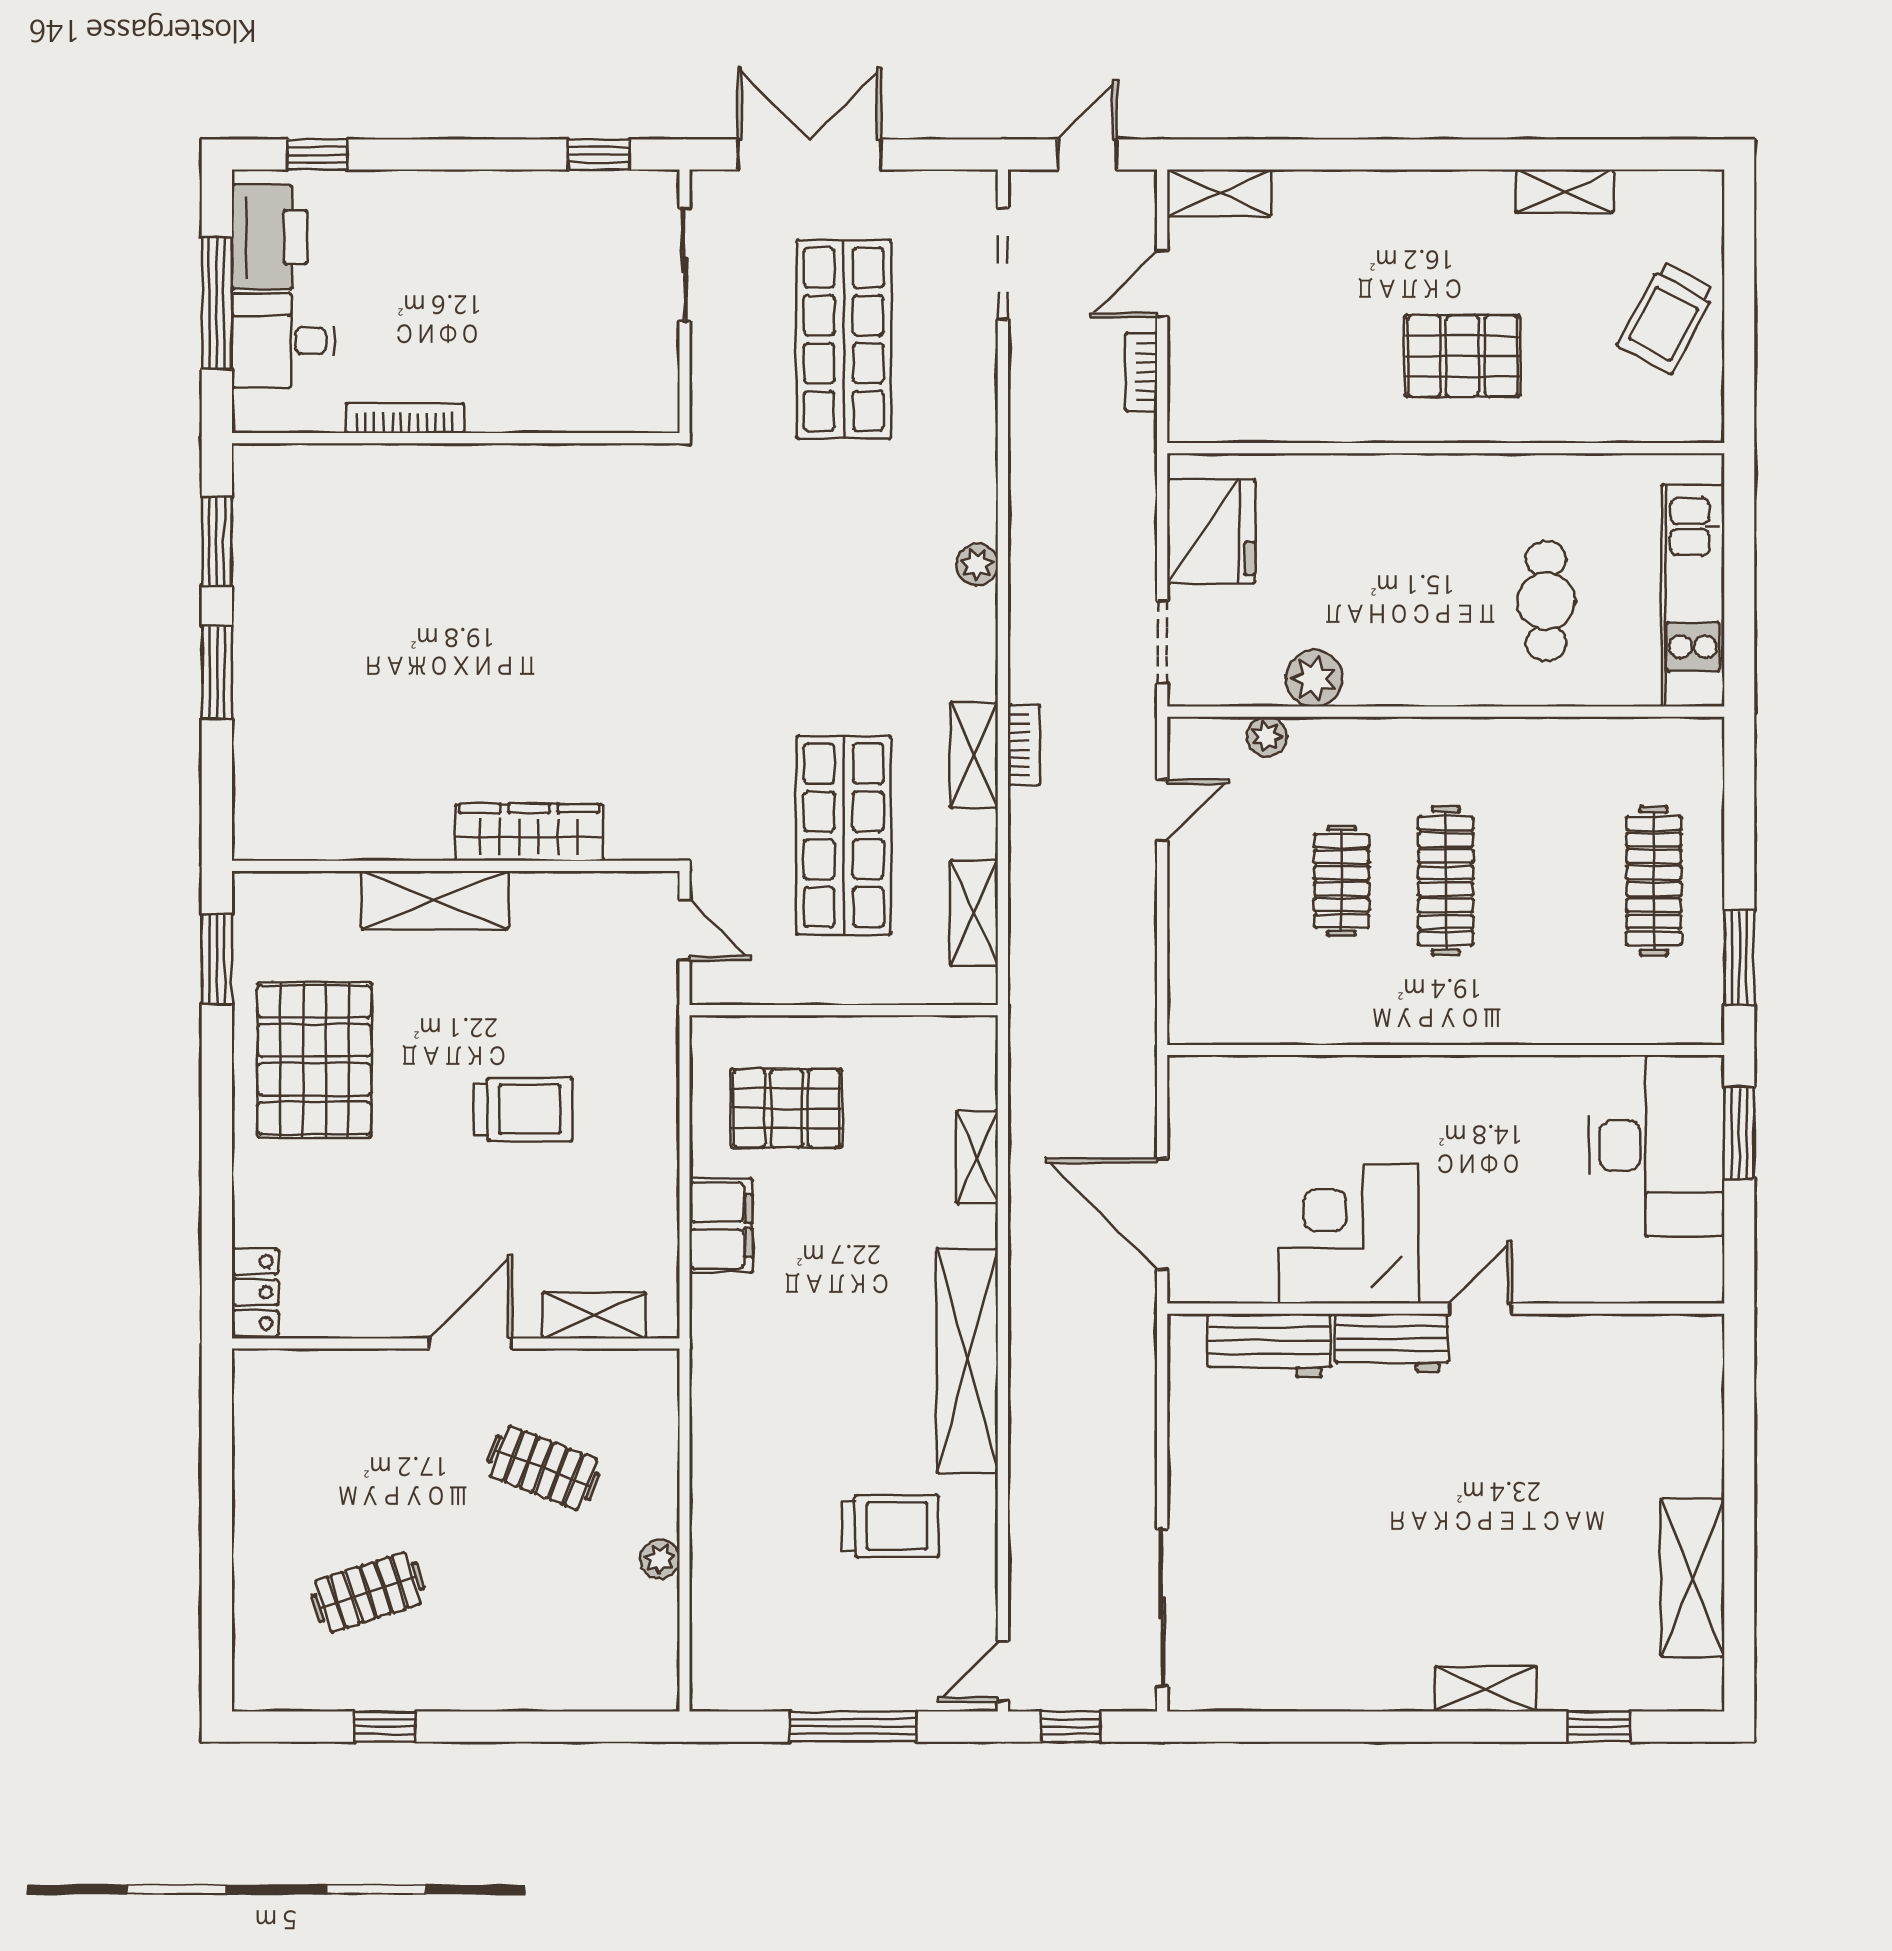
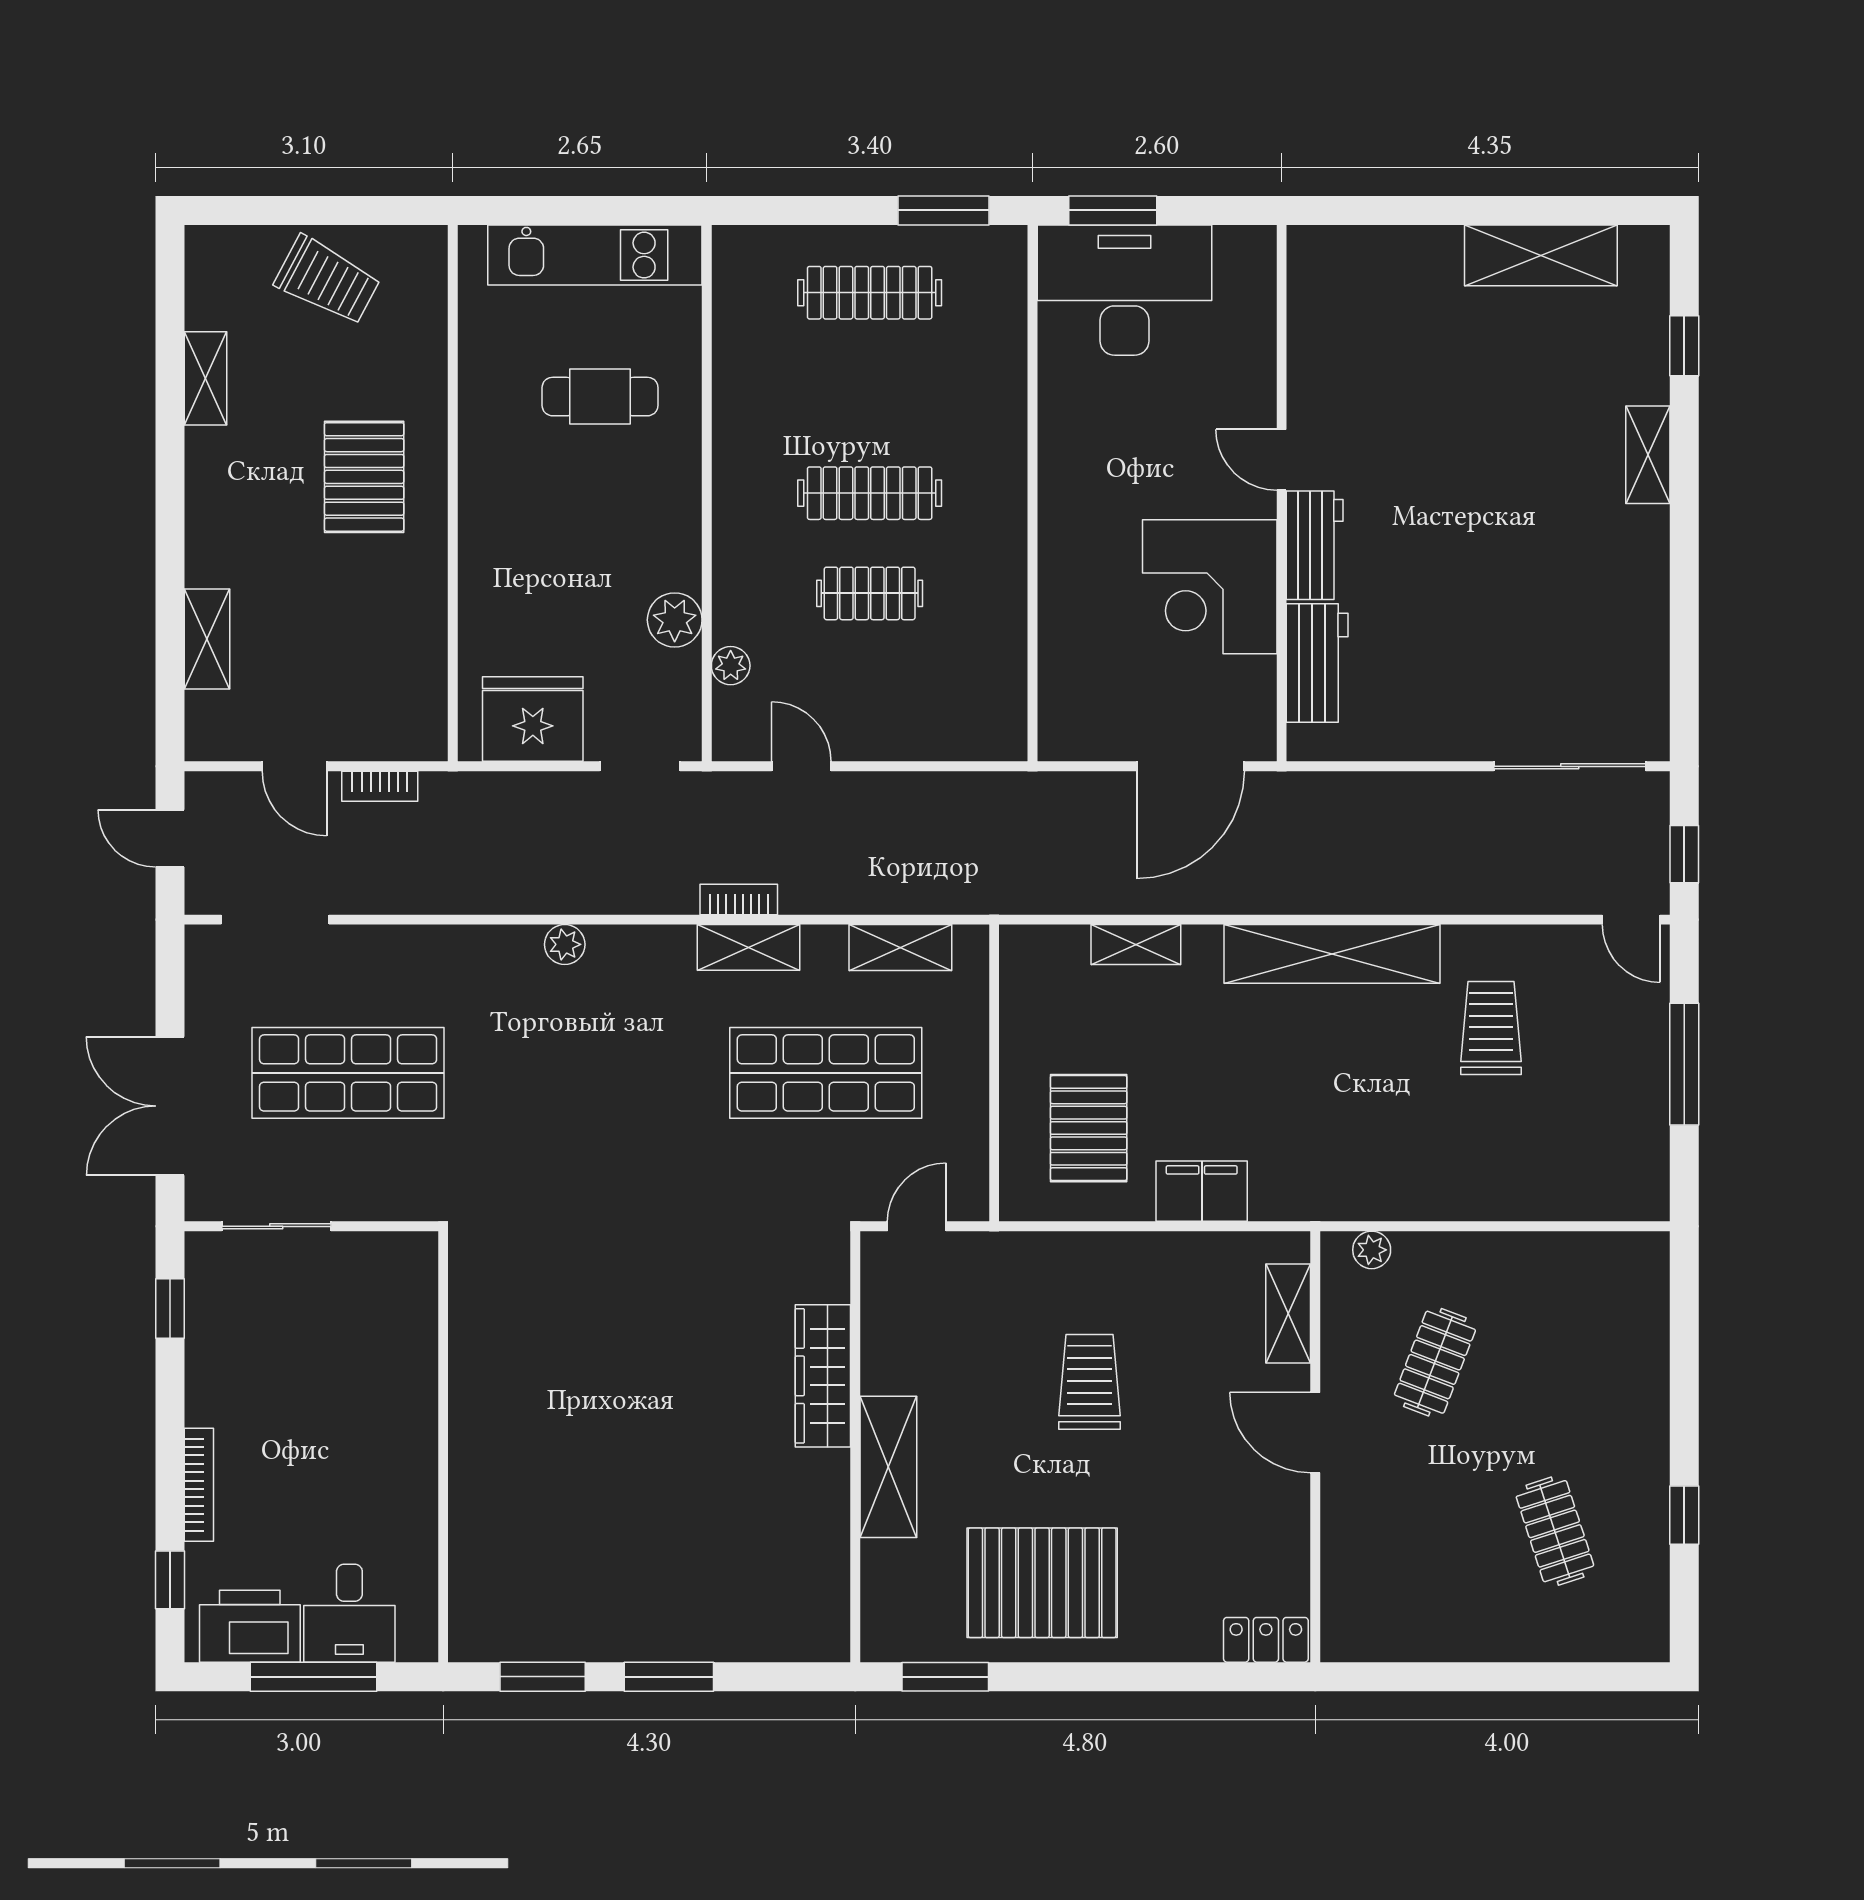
shelving: (1219, 193) -> (207, 639), moved
bookcase: (405, 418) -> (199, 1485), moved, turned 180
plant: (660, 1559) -> (1372, 1250), moved

